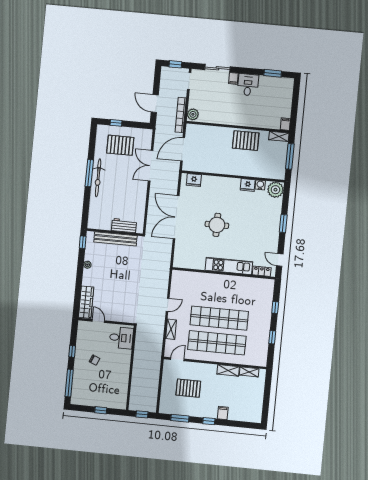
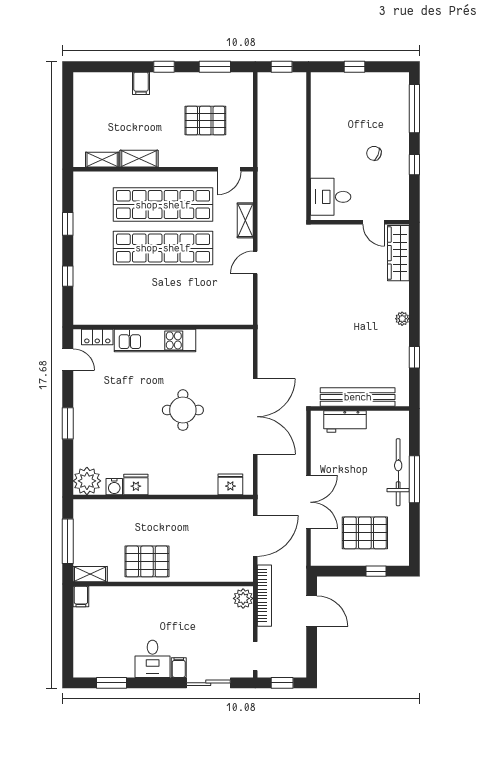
workbench: (124, 226) -> (345, 422), moved
wall: (115, 232) -> (360, 408), moved
bench: (115, 239) -> (358, 397), moved

